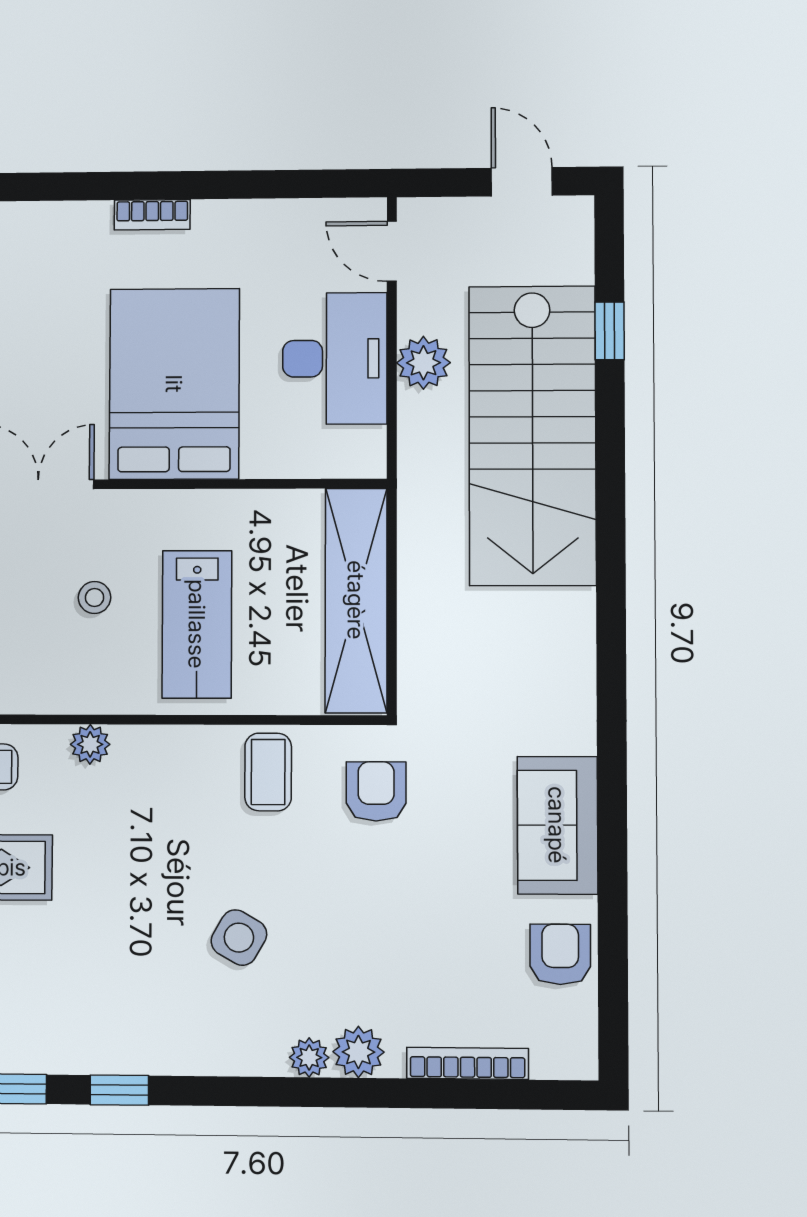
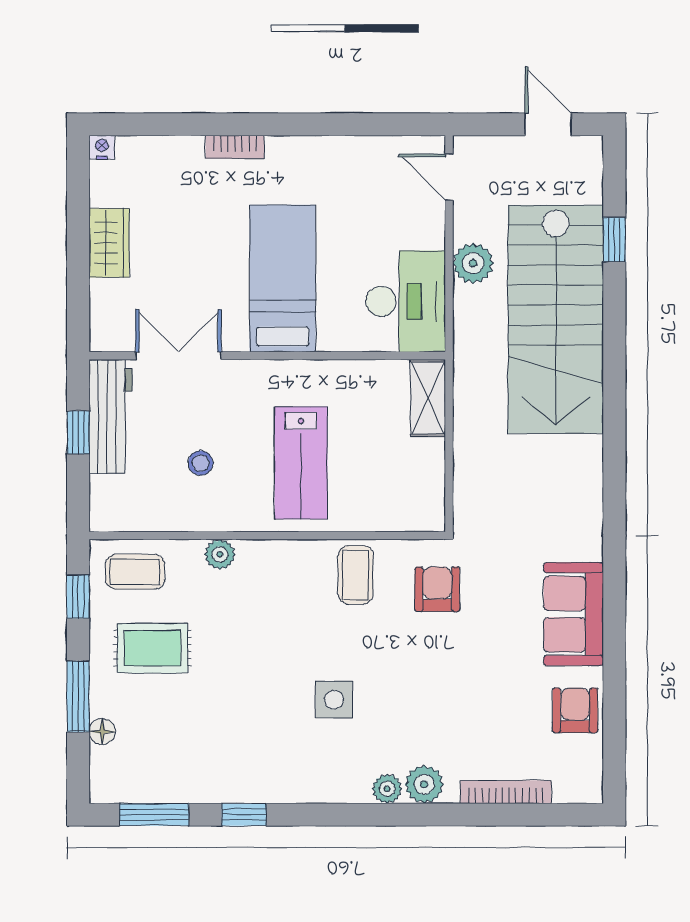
bookcase: (152, 215) -> (235, 147), moved
desk: (335, 359) -> (406, 301), moved
bed: (174, 384) -> (283, 278), width x0.67
stool: (95, 598) -> (200, 463), moved
shelving: (356, 600) -> (428, 398), width x0.45, depth x0.75
side table: (239, 938) -> (334, 700), turned -30

